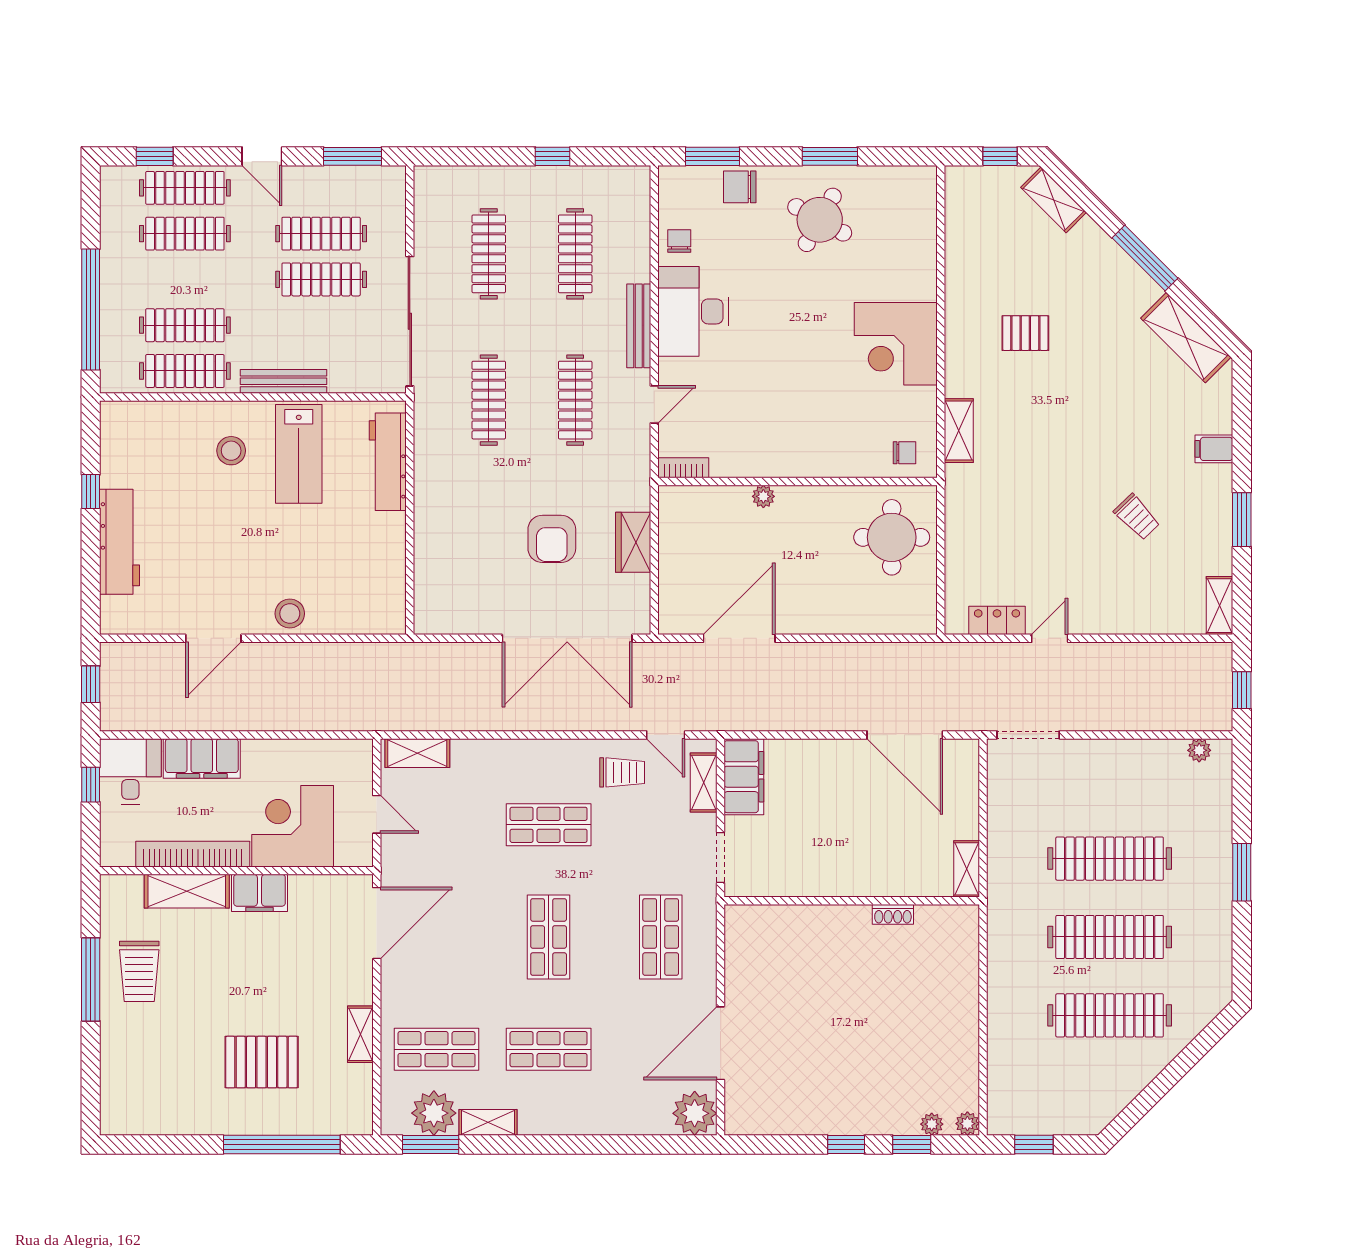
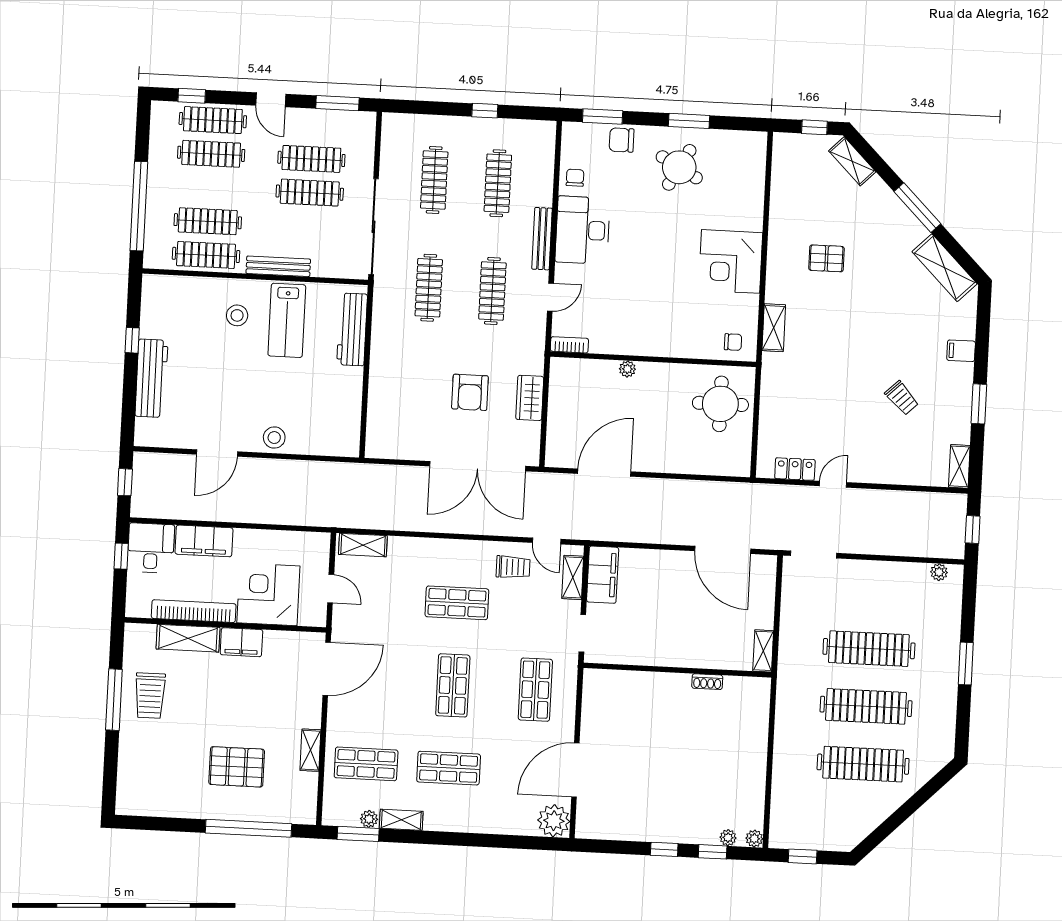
plant: (434, 1113) -> (369, 819), width x0.53, depth x0.53

